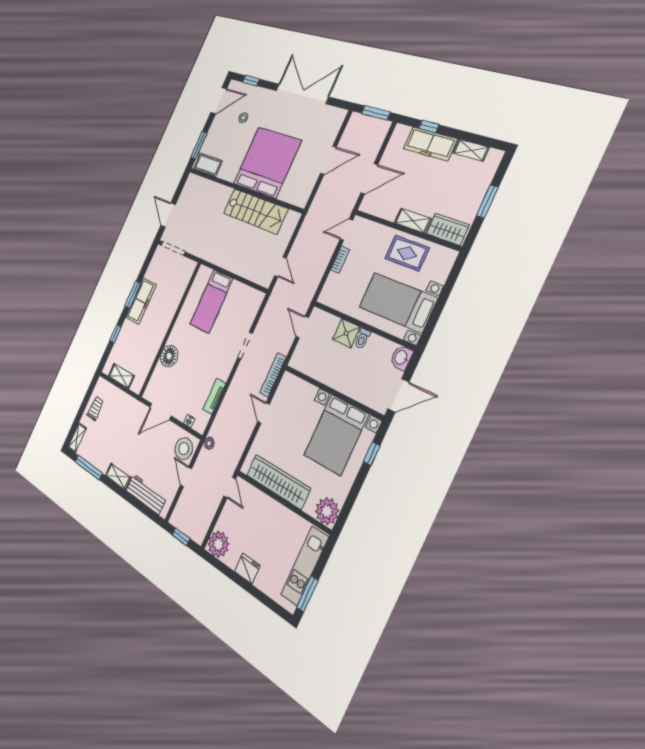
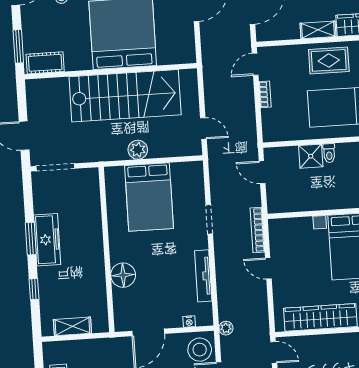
stairs: (255, 211) -> (125, 96), width x1.36, depth x1.51
plant: (229, 262) -> (138, 150), added
bed: (211, 302) -> (149, 197), width x1.50
tv unit: (214, 396) -> (203, 276), width x1.41

